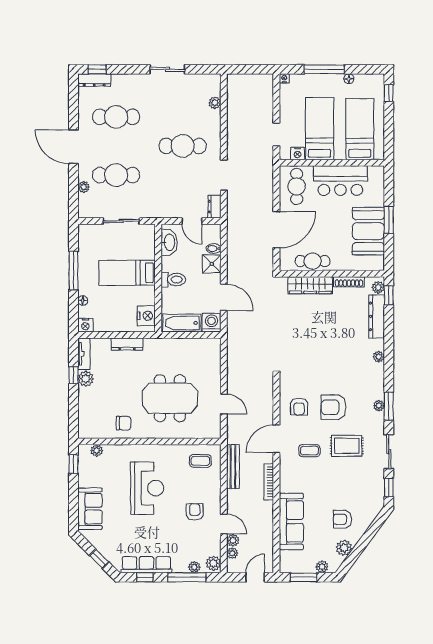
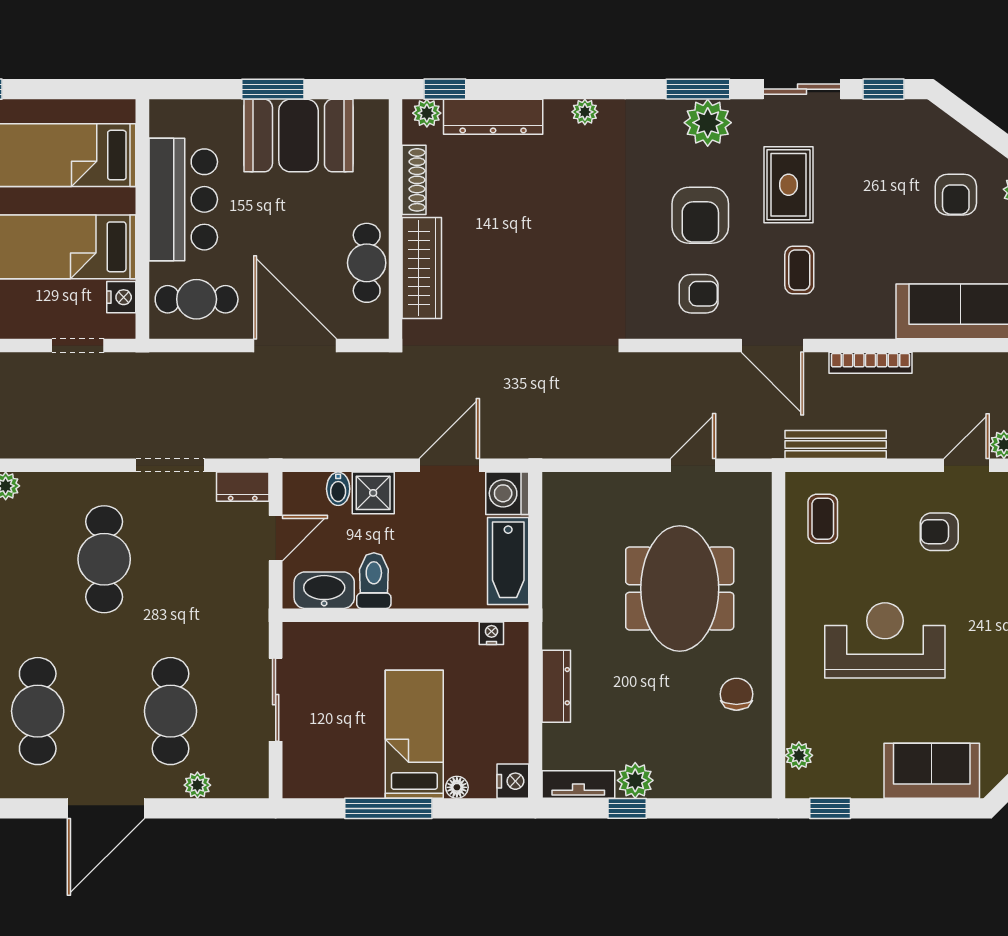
bed: (127, 273) -> (414, 734), moved, turned 180
toilet: (173, 280) -> (374, 581), moved
nightstand: (146, 316) -> (491, 633), width x0.53, depth x0.56
plant: (379, 406) -> (708, 123), width x1.88, depth x1.88

